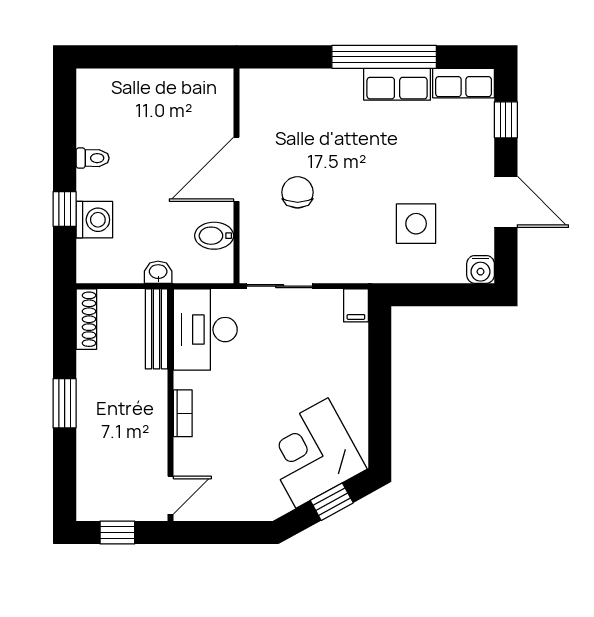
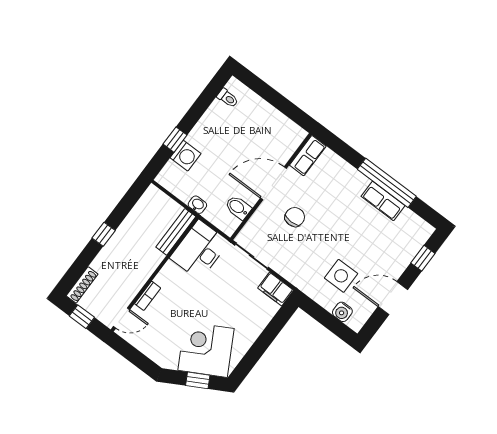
row of seats: (464, 83) -> (308, 156), moved, turned -90
toilet: (93, 158) -> (228, 98), moved
door: (506, 202) -> (393, 298), swing flipped
water cooler: (481, 269) -> (342, 312), moved
filing cabinet: (356, 305) -> (276, 289), width x2.00
shoe rack: (86, 319) -> (82, 285), moved
window: (65, 403) -> (104, 234), width x0.67
bookcase: (183, 413) -> (148, 296), moved

